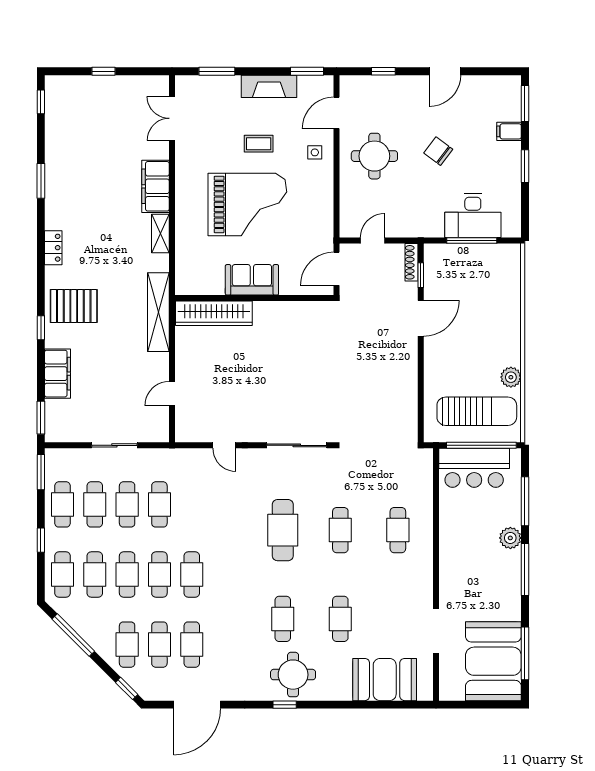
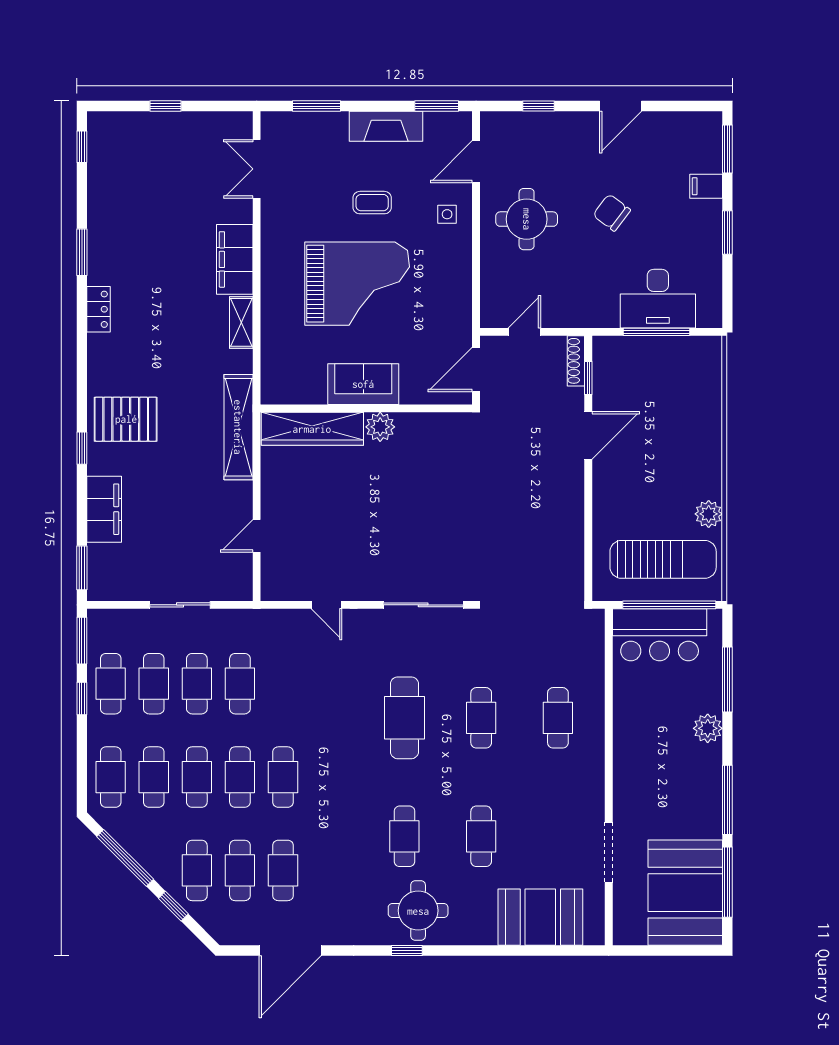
locker: (53, 248) -> (99, 309), moved
plant: (265, 312) -> (380, 427), added
window: (41, 540) -> (82, 699), moved
window: (525, 569) -> (727, 800), moved
window: (127, 688) -> (173, 906), moved

